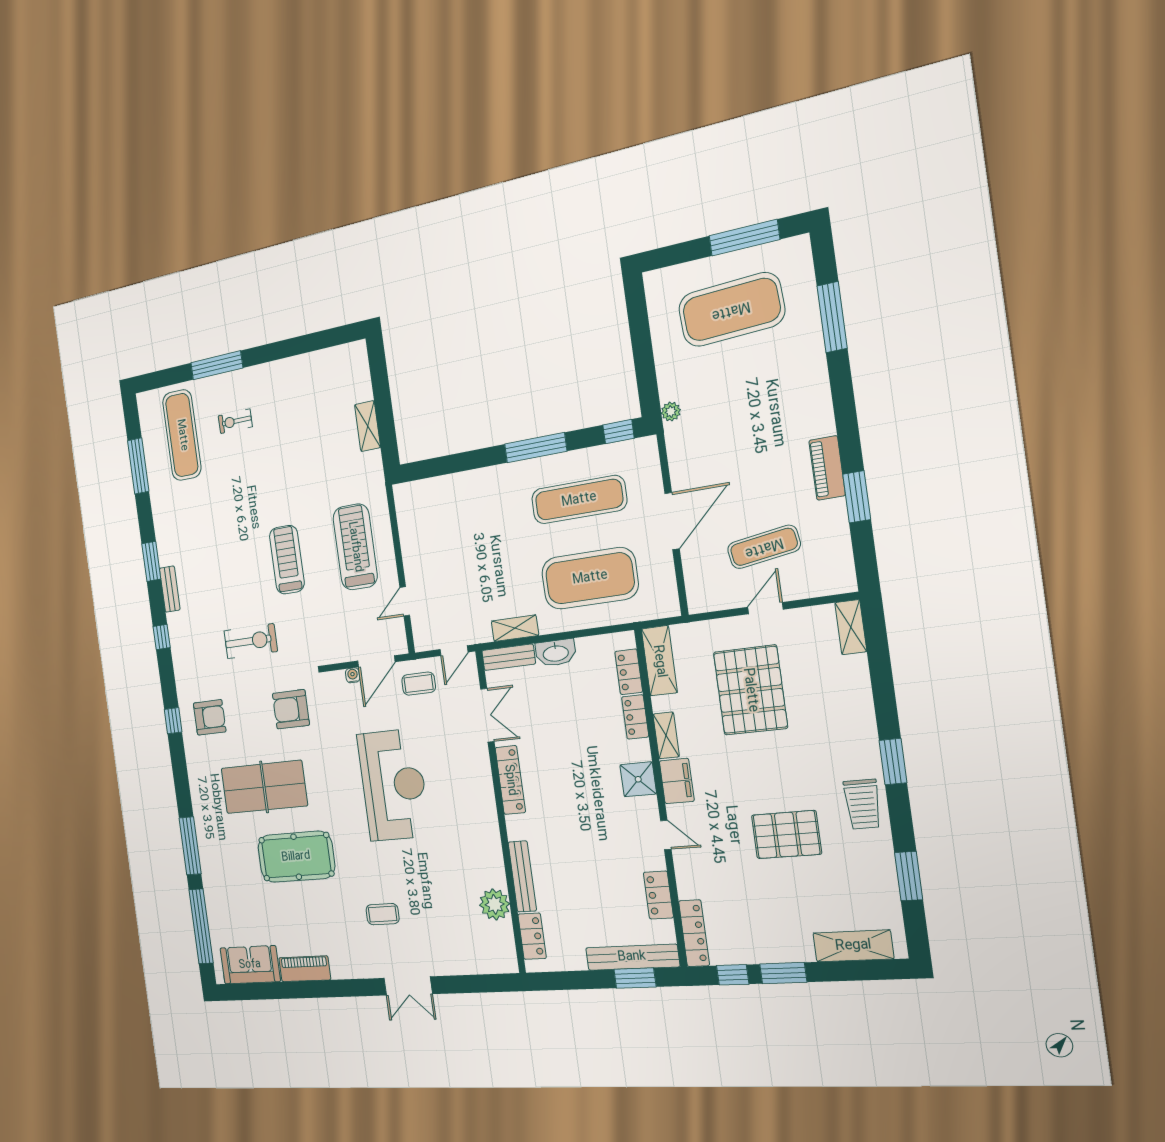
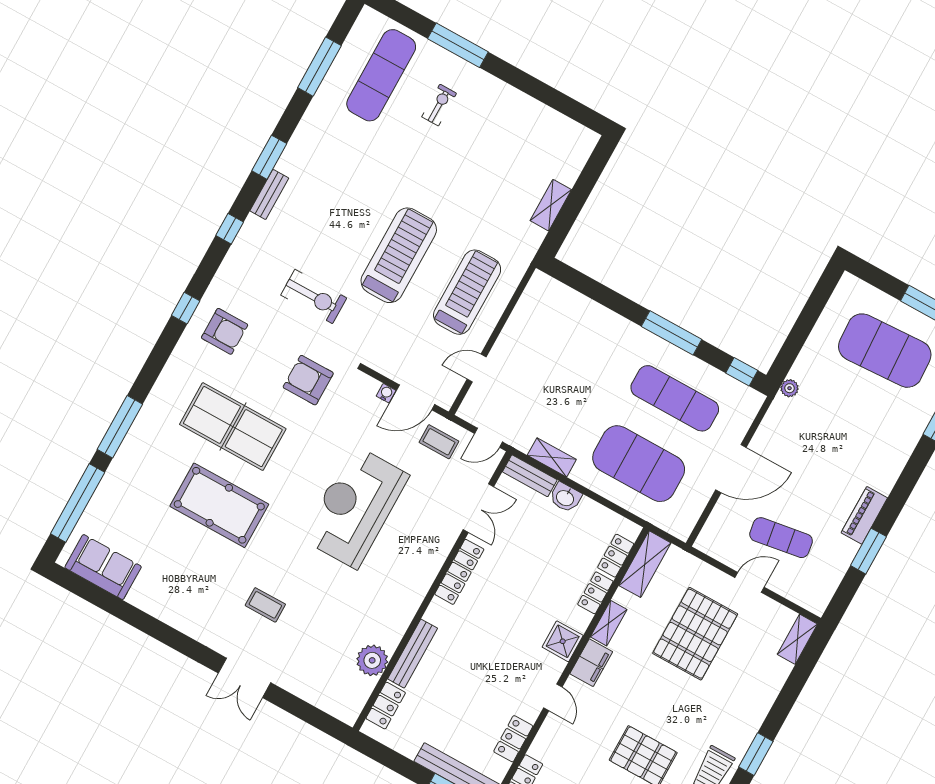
exercise bike: (235, 421) -> (439, 105), turned 90
treadmill: (287, 560) -> (399, 255), width x1.37, depth x1.38
washbasin: (556, 653) -> (565, 497), width x0.72
reception desk: (393, 785) -> (355, 507), turned 180
piano: (305, 969) -> (156, 604), removed

